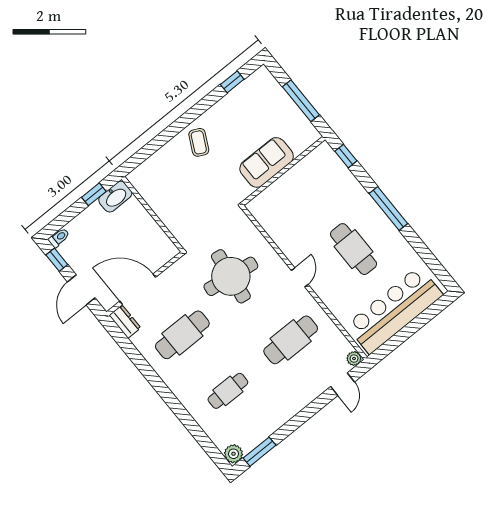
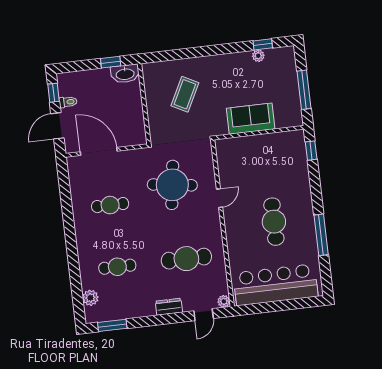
plant: (235, 96) -> (258, 56), added
coffee table: (199, 142) -> (185, 94), moved, width x1.36, depth x1.30
window: (388, 208) -> (321, 235), moved
toilet: (59, 238) -> (68, 102), moved
door: (300, 277) -> (220, 198), moved
dresser: (125, 321) -> (169, 307), moved, turned -90
cafe table: (182, 335) -> (110, 205), width x0.73, depth x0.74
plant: (233, 454) -> (90, 298), moved

